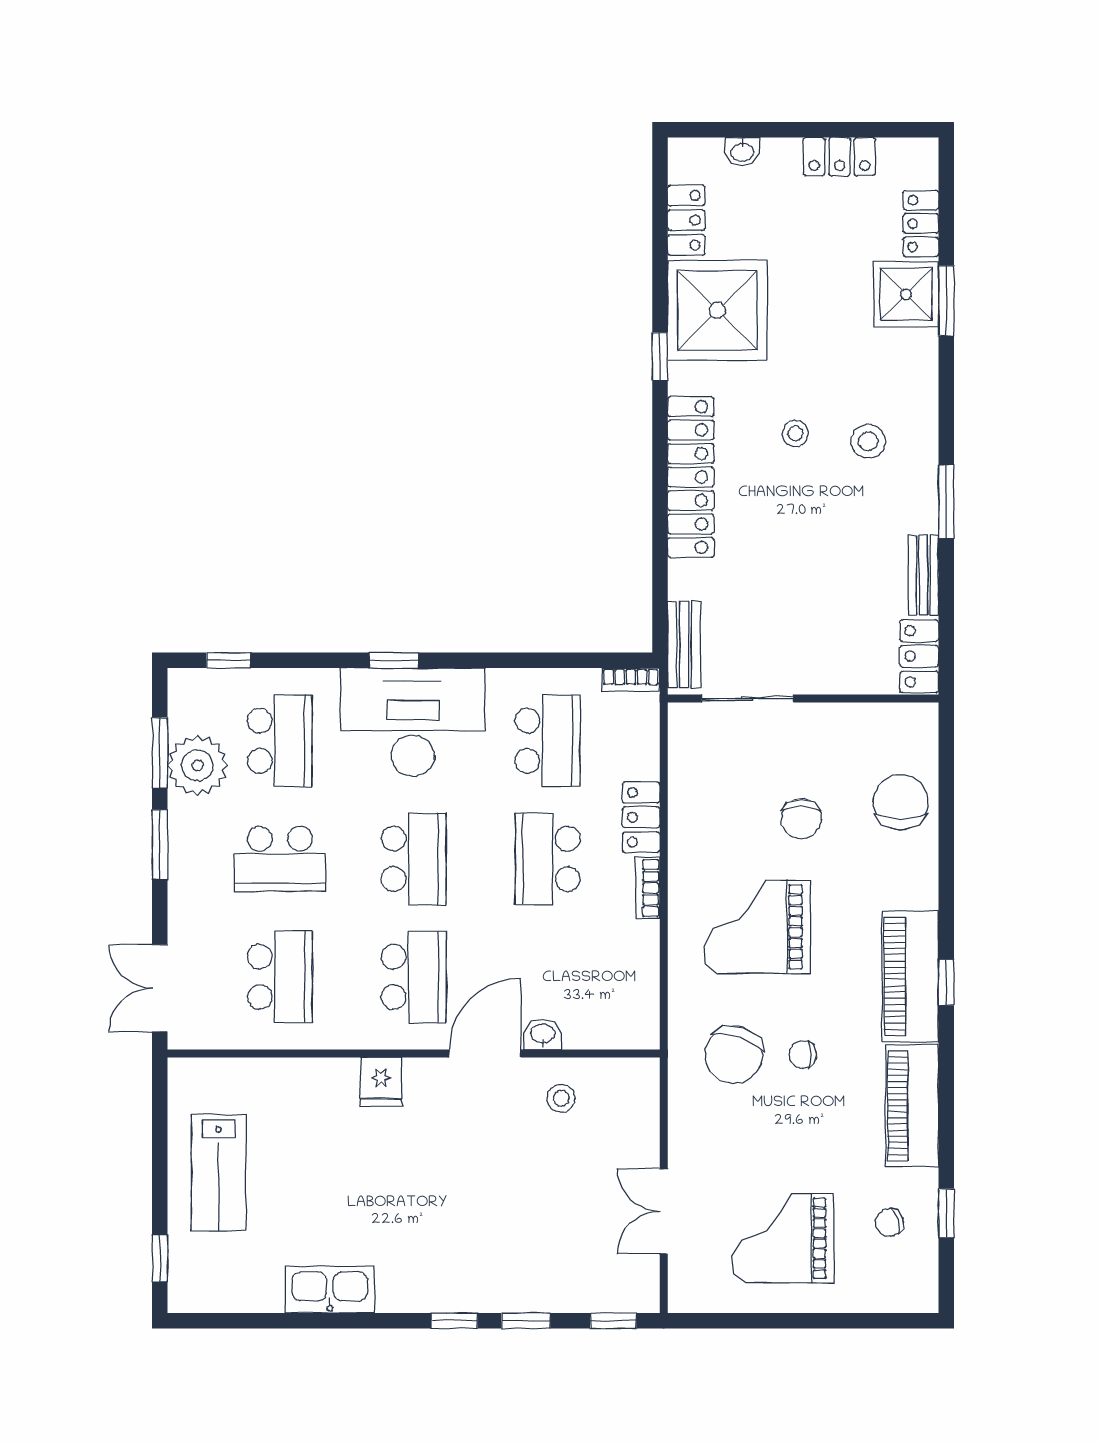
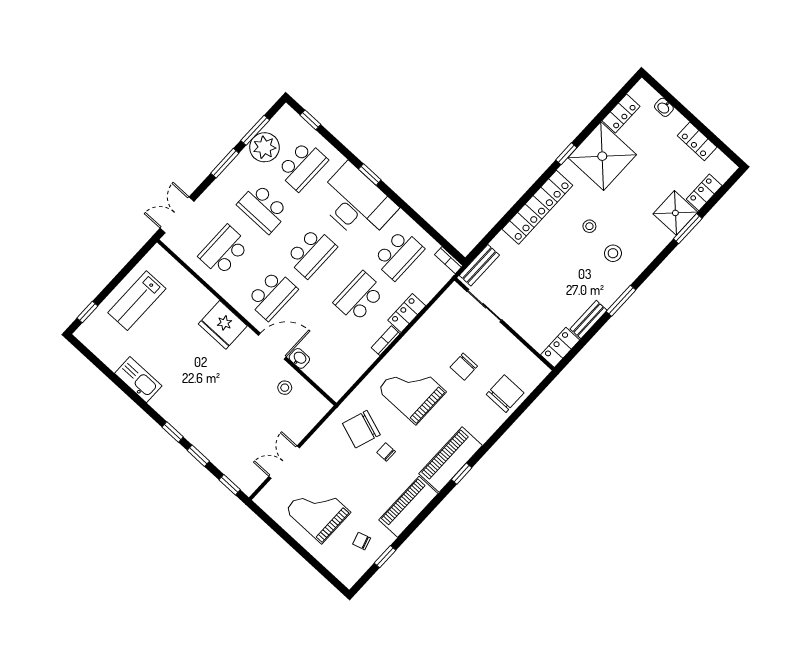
school desk: (280, 977) -> (224, 251), turned 180
fridge: (381, 1082) -> (223, 325), width x1.88, depth x1.34

